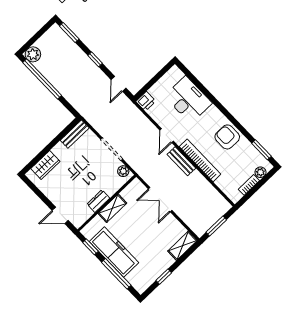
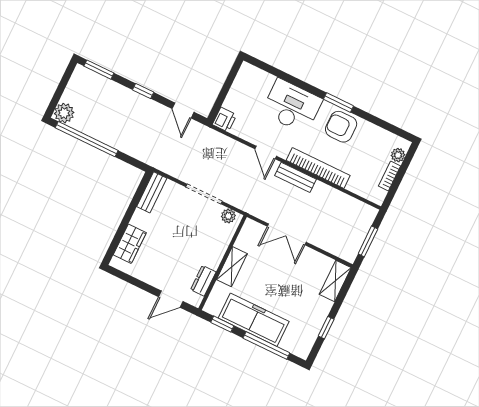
desk: (188, 100) -> (292, 106), moved
window: (261, 150) -> (339, 103), moved
dresser: (98, 201) -> (203, 281), moved

